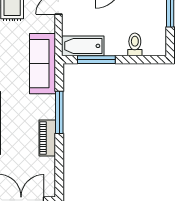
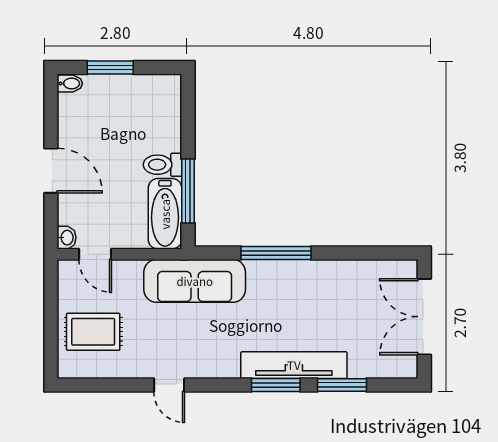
toilet: (135, 44) -> (163, 165), moved
piano: (47, 138) -> (319, 273), removed

